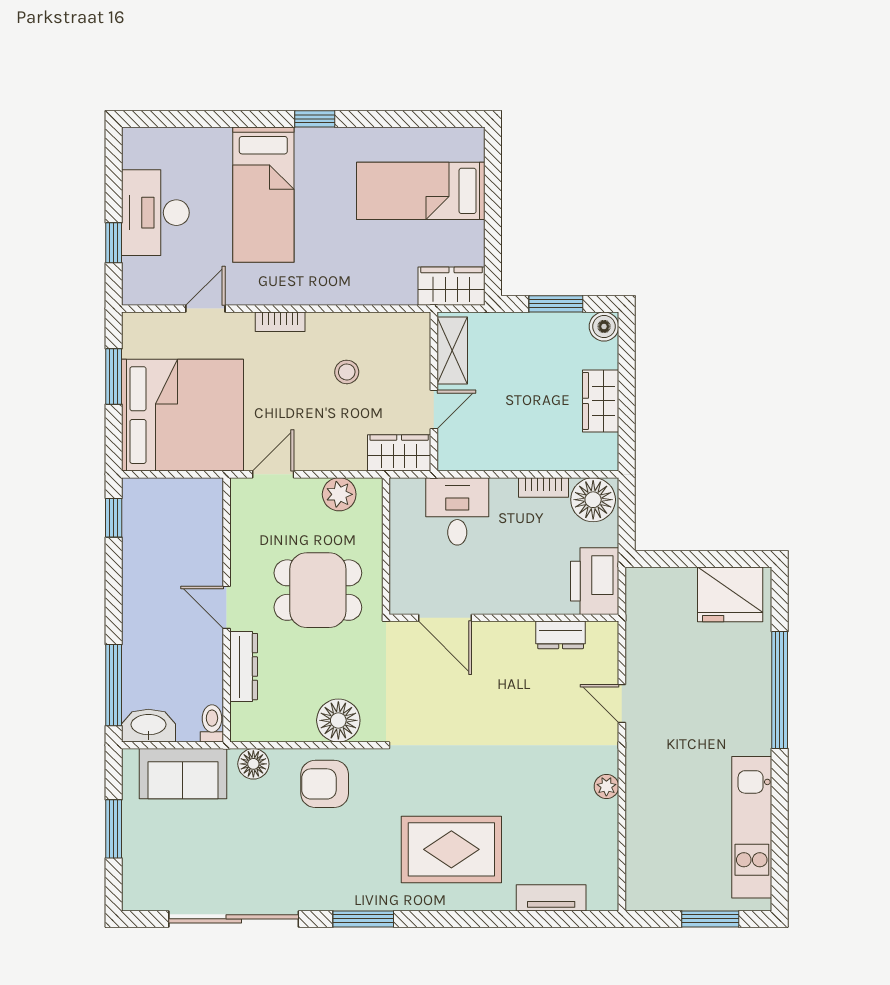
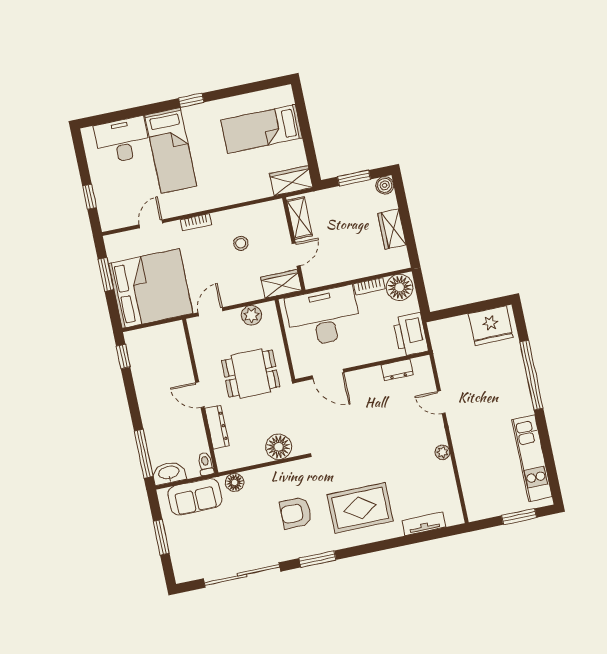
desk: (155, 213) -> (122, 140), moved, turned 90
desk: (457, 511) -> (323, 317), width x1.87, depth x1.30
armchair: (325, 784) -> (296, 513), moved

